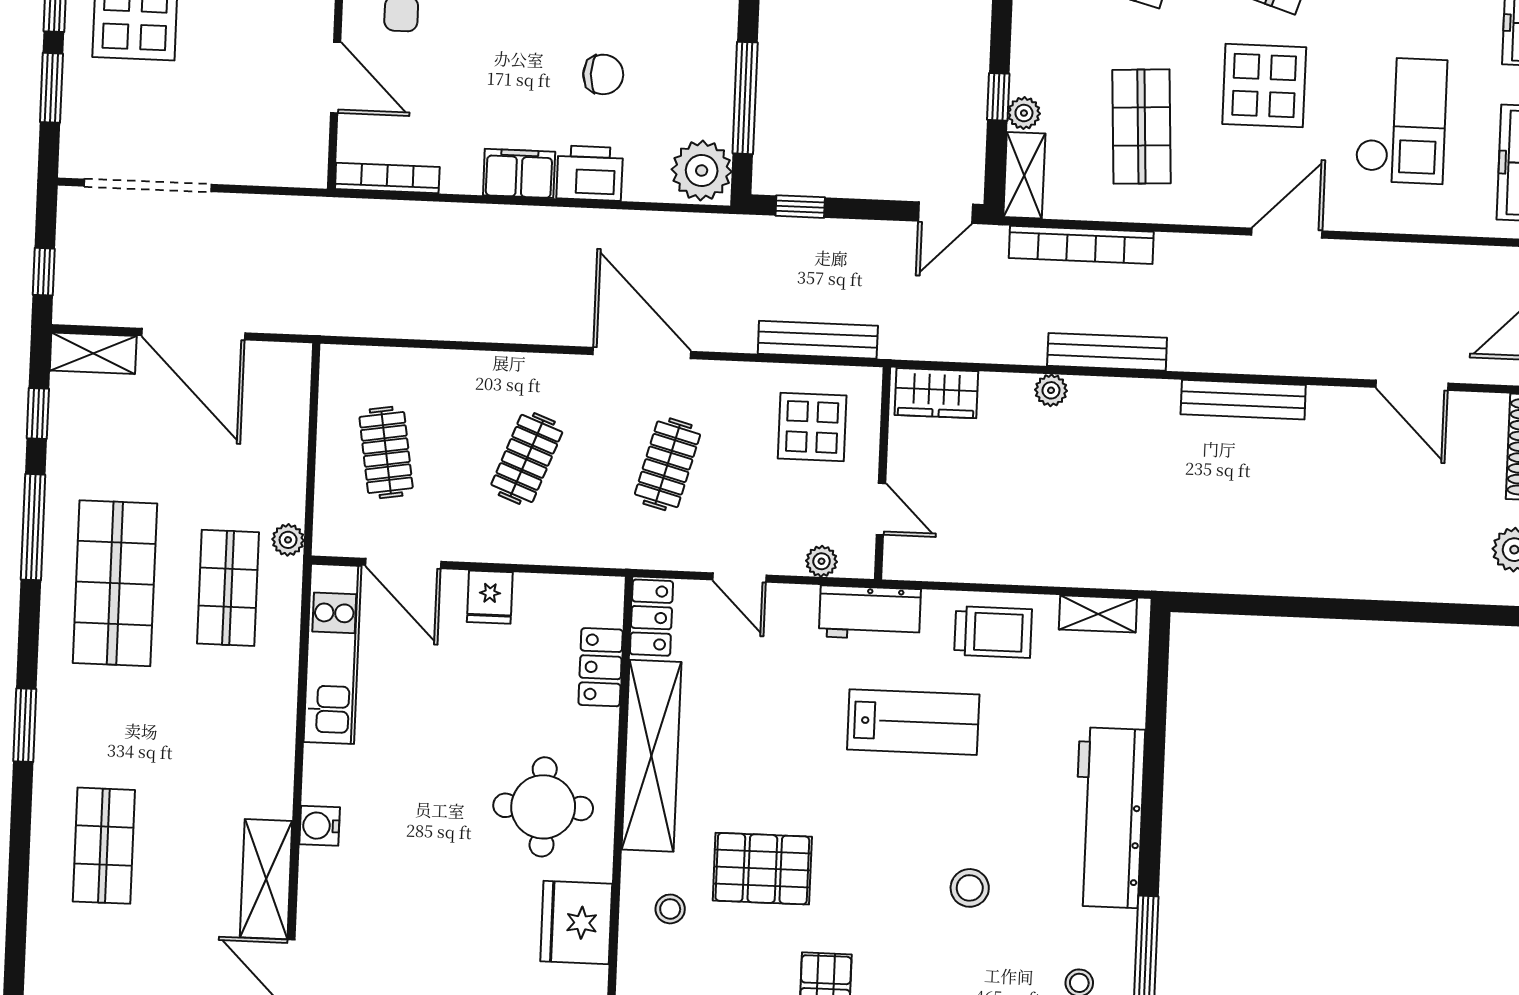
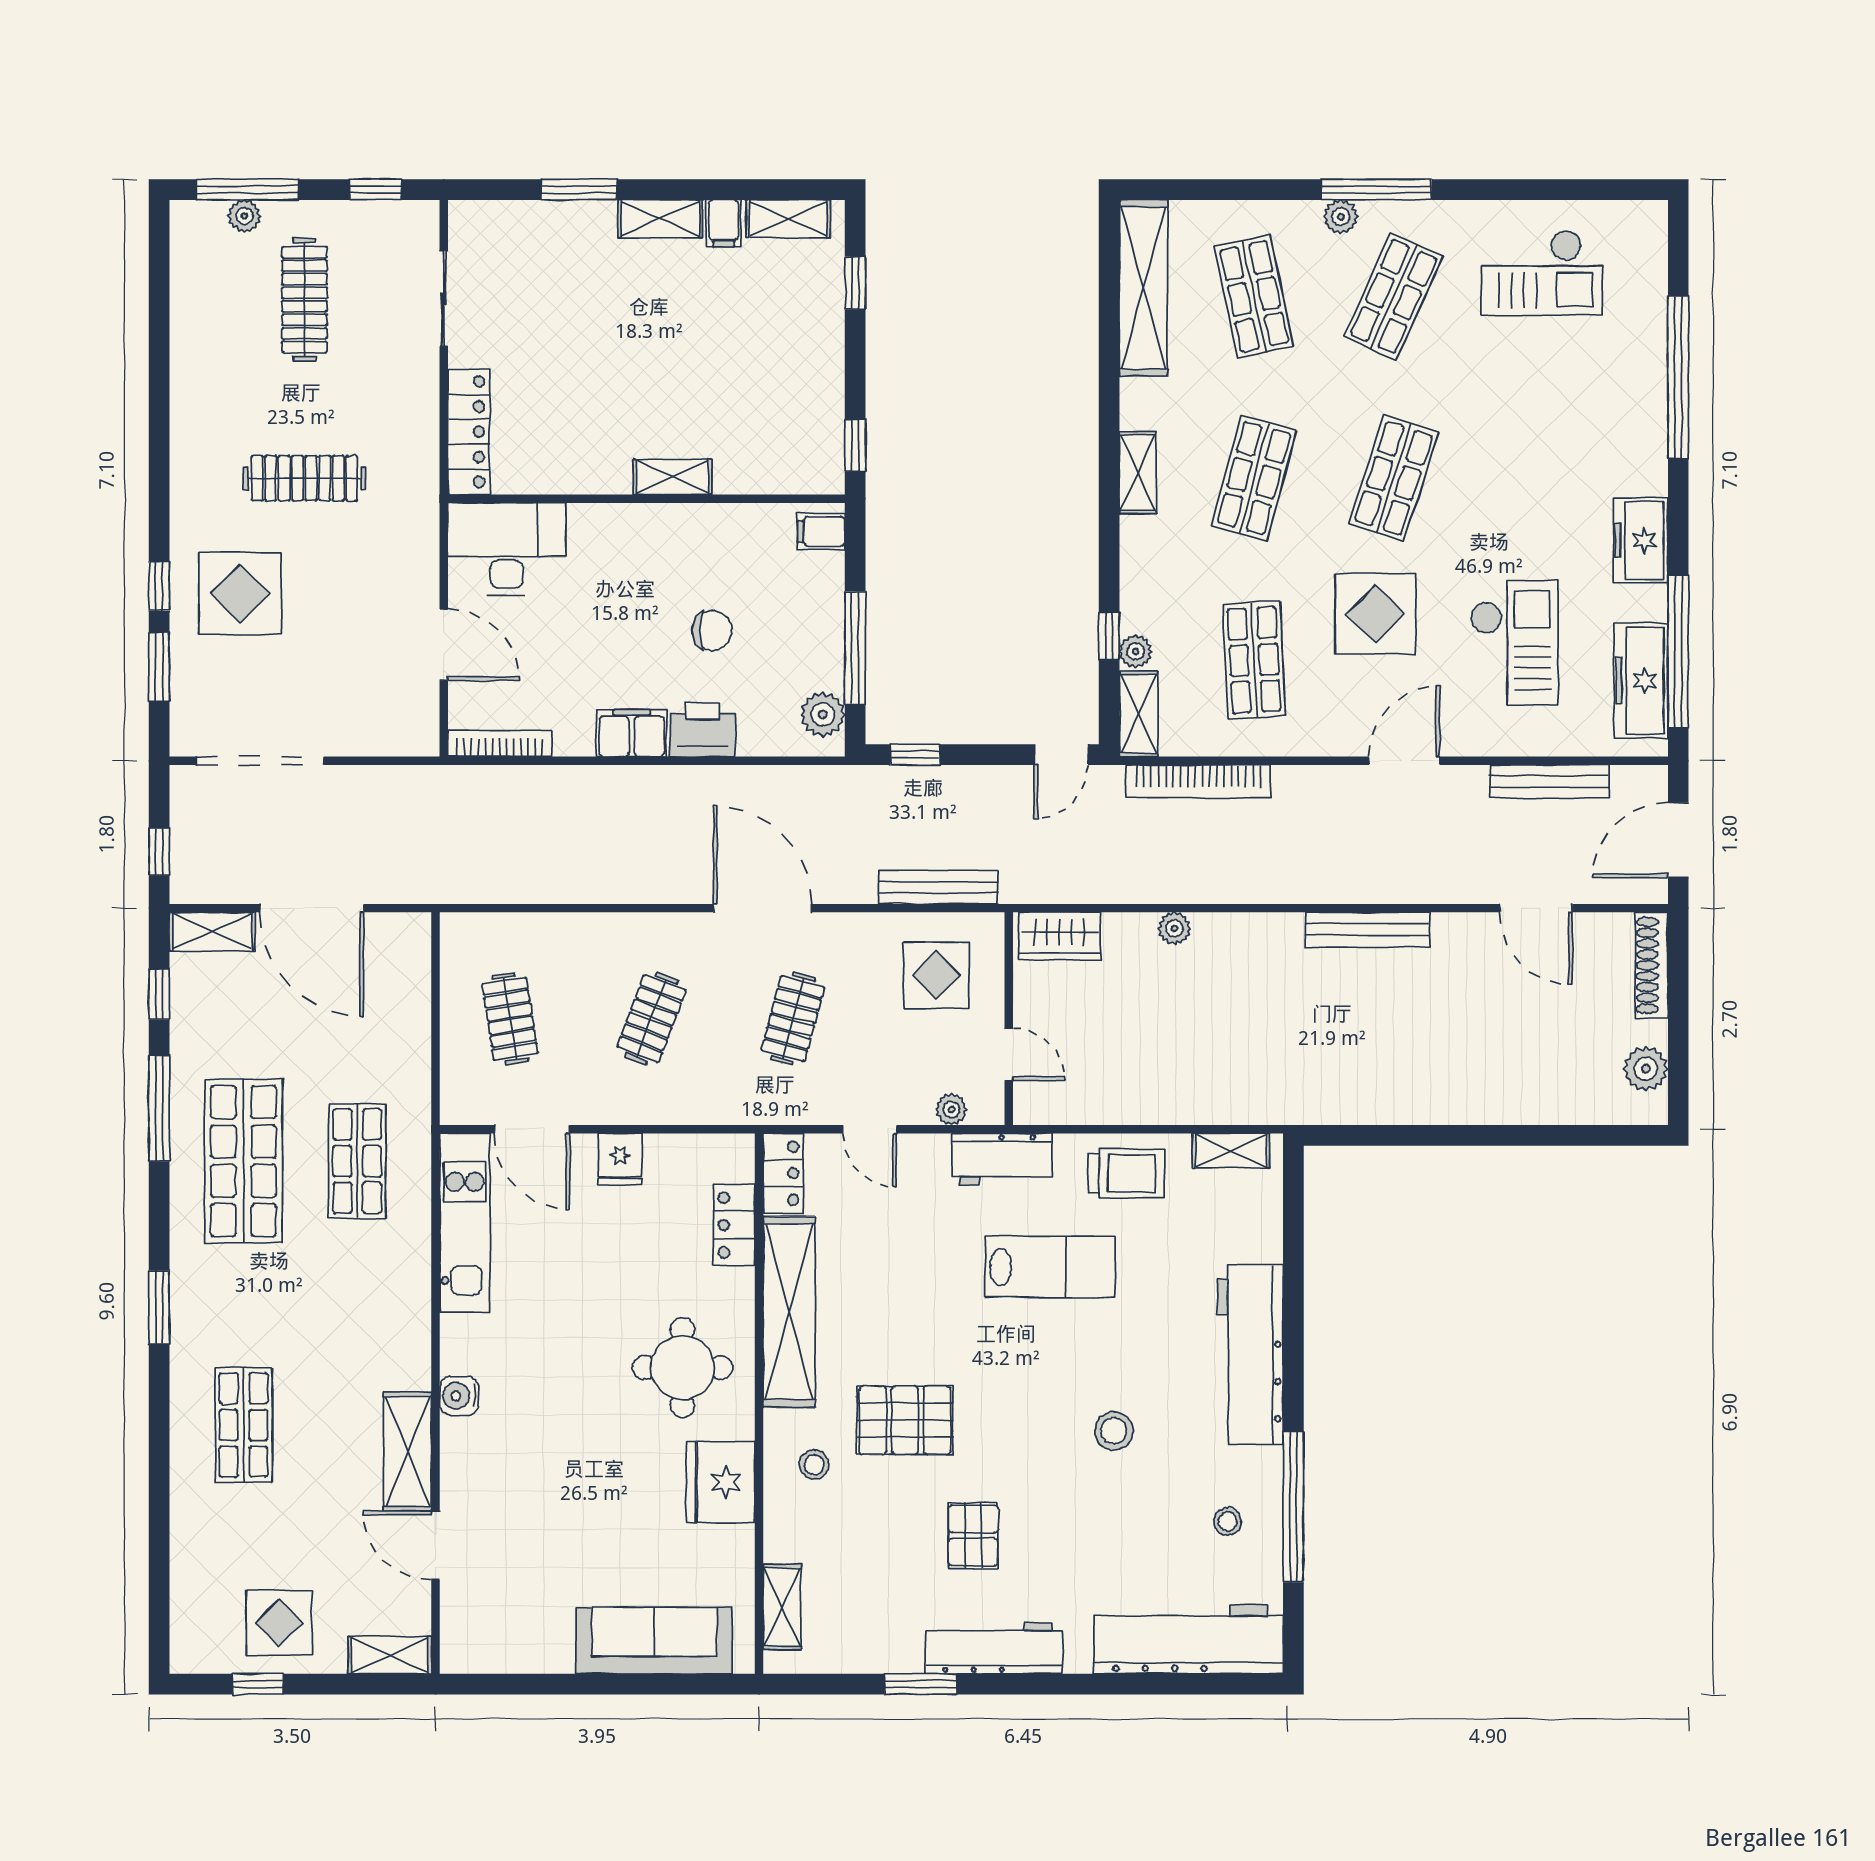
plant: (702, 171) -> (823, 715), width x0.73, depth x0.73
bench: (1107, 352) -> (1550, 781), moved
plant: (288, 540) -> (415, 1110), removed

